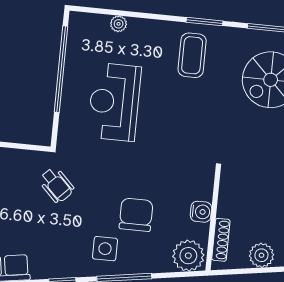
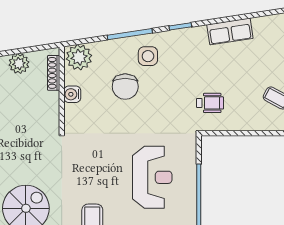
wheelchair: (56, 185) -> (210, 103), moved, turned 135

